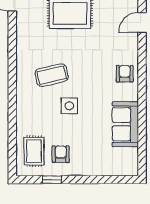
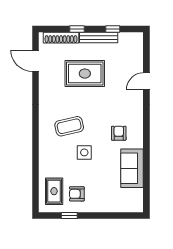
armchair: (125, 74) -> (119, 133), moved
armchair: (61, 154) -> (77, 194), turned -90

